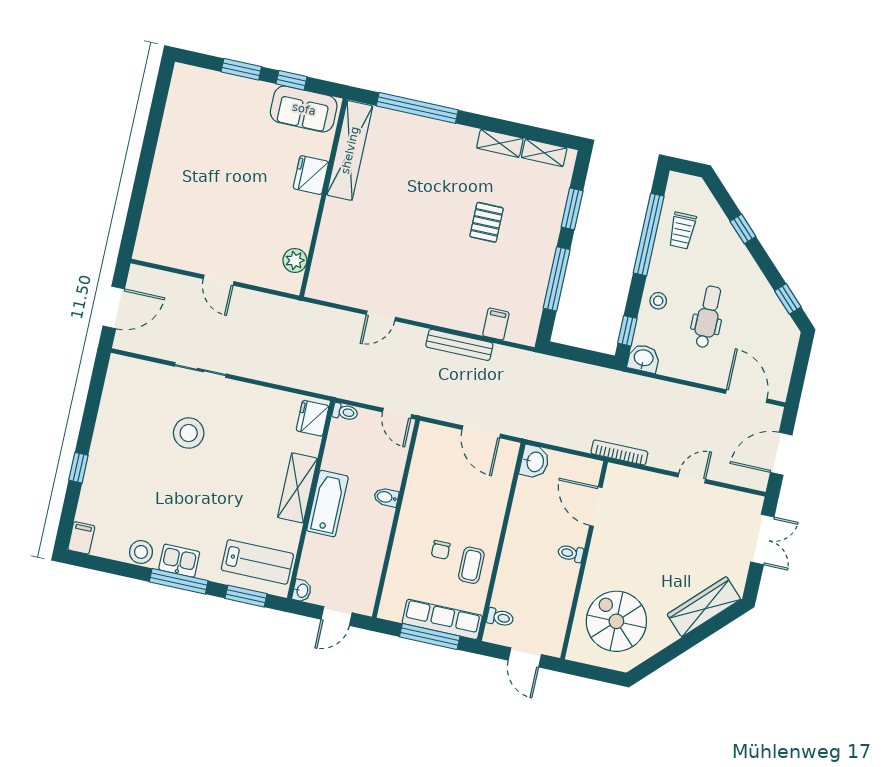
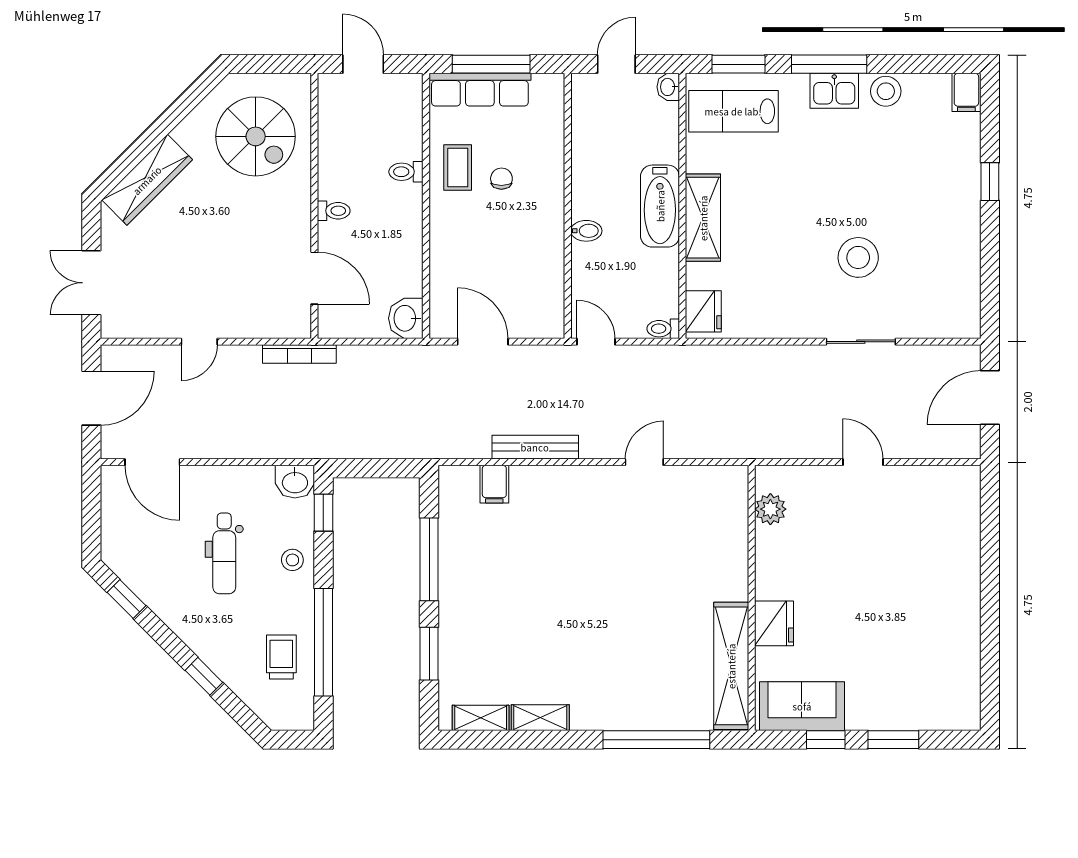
pallet: (487, 222) -> (535, 612), removed
toilet: (500, 617) -> (406, 172), moved

